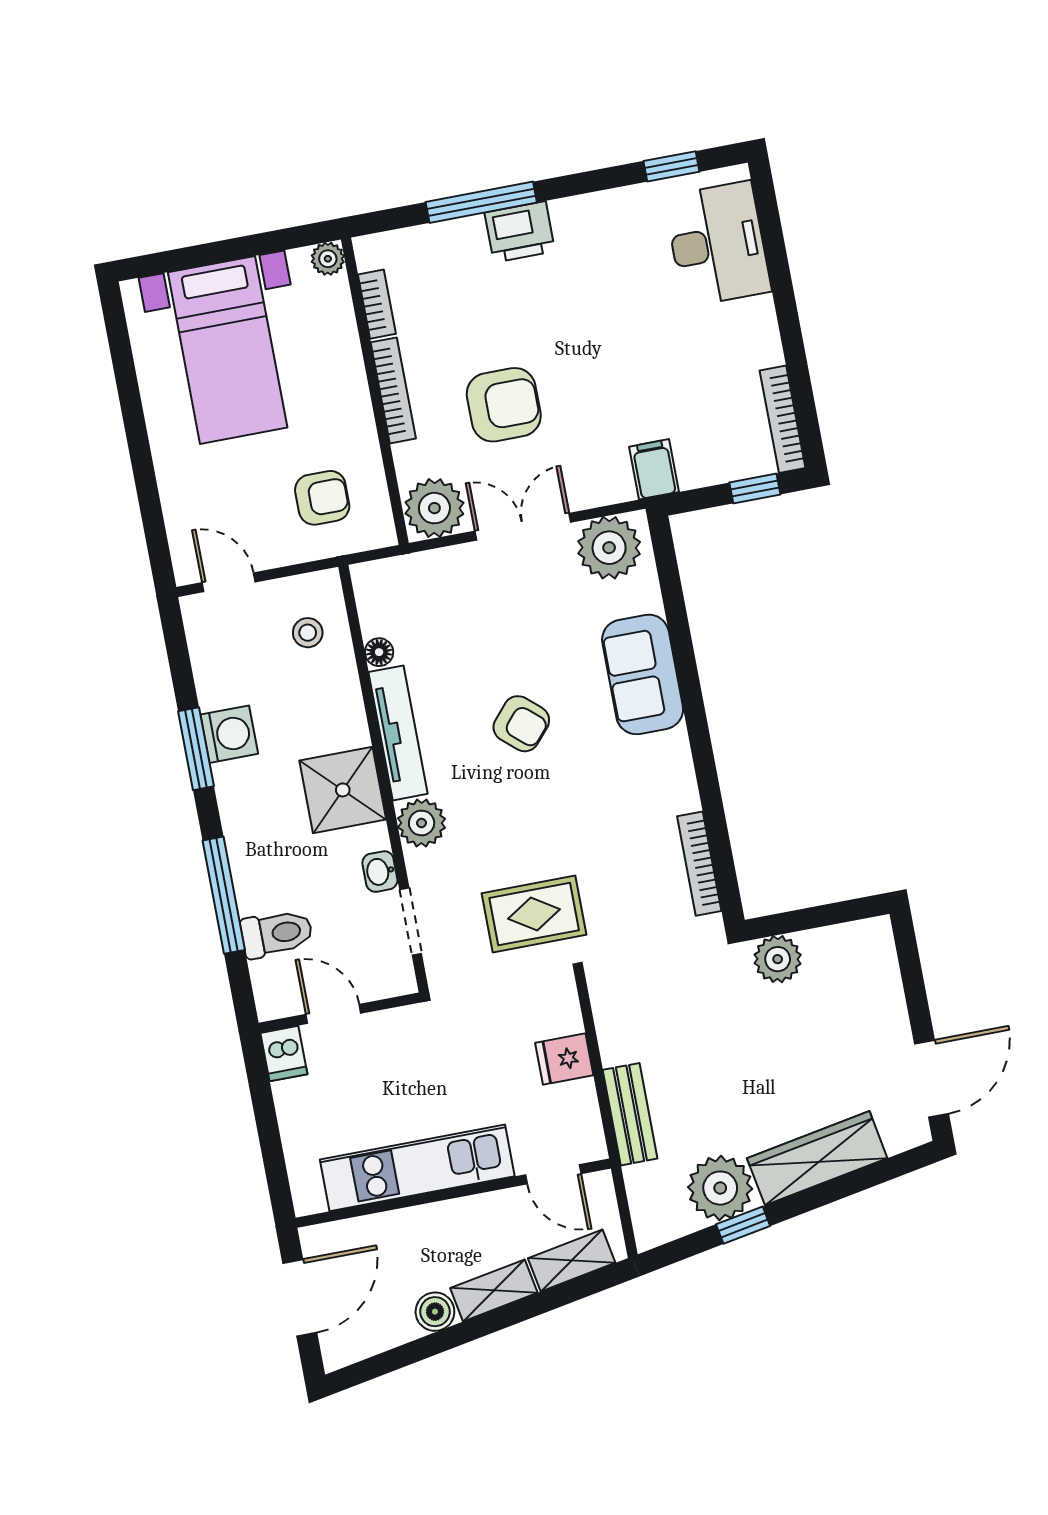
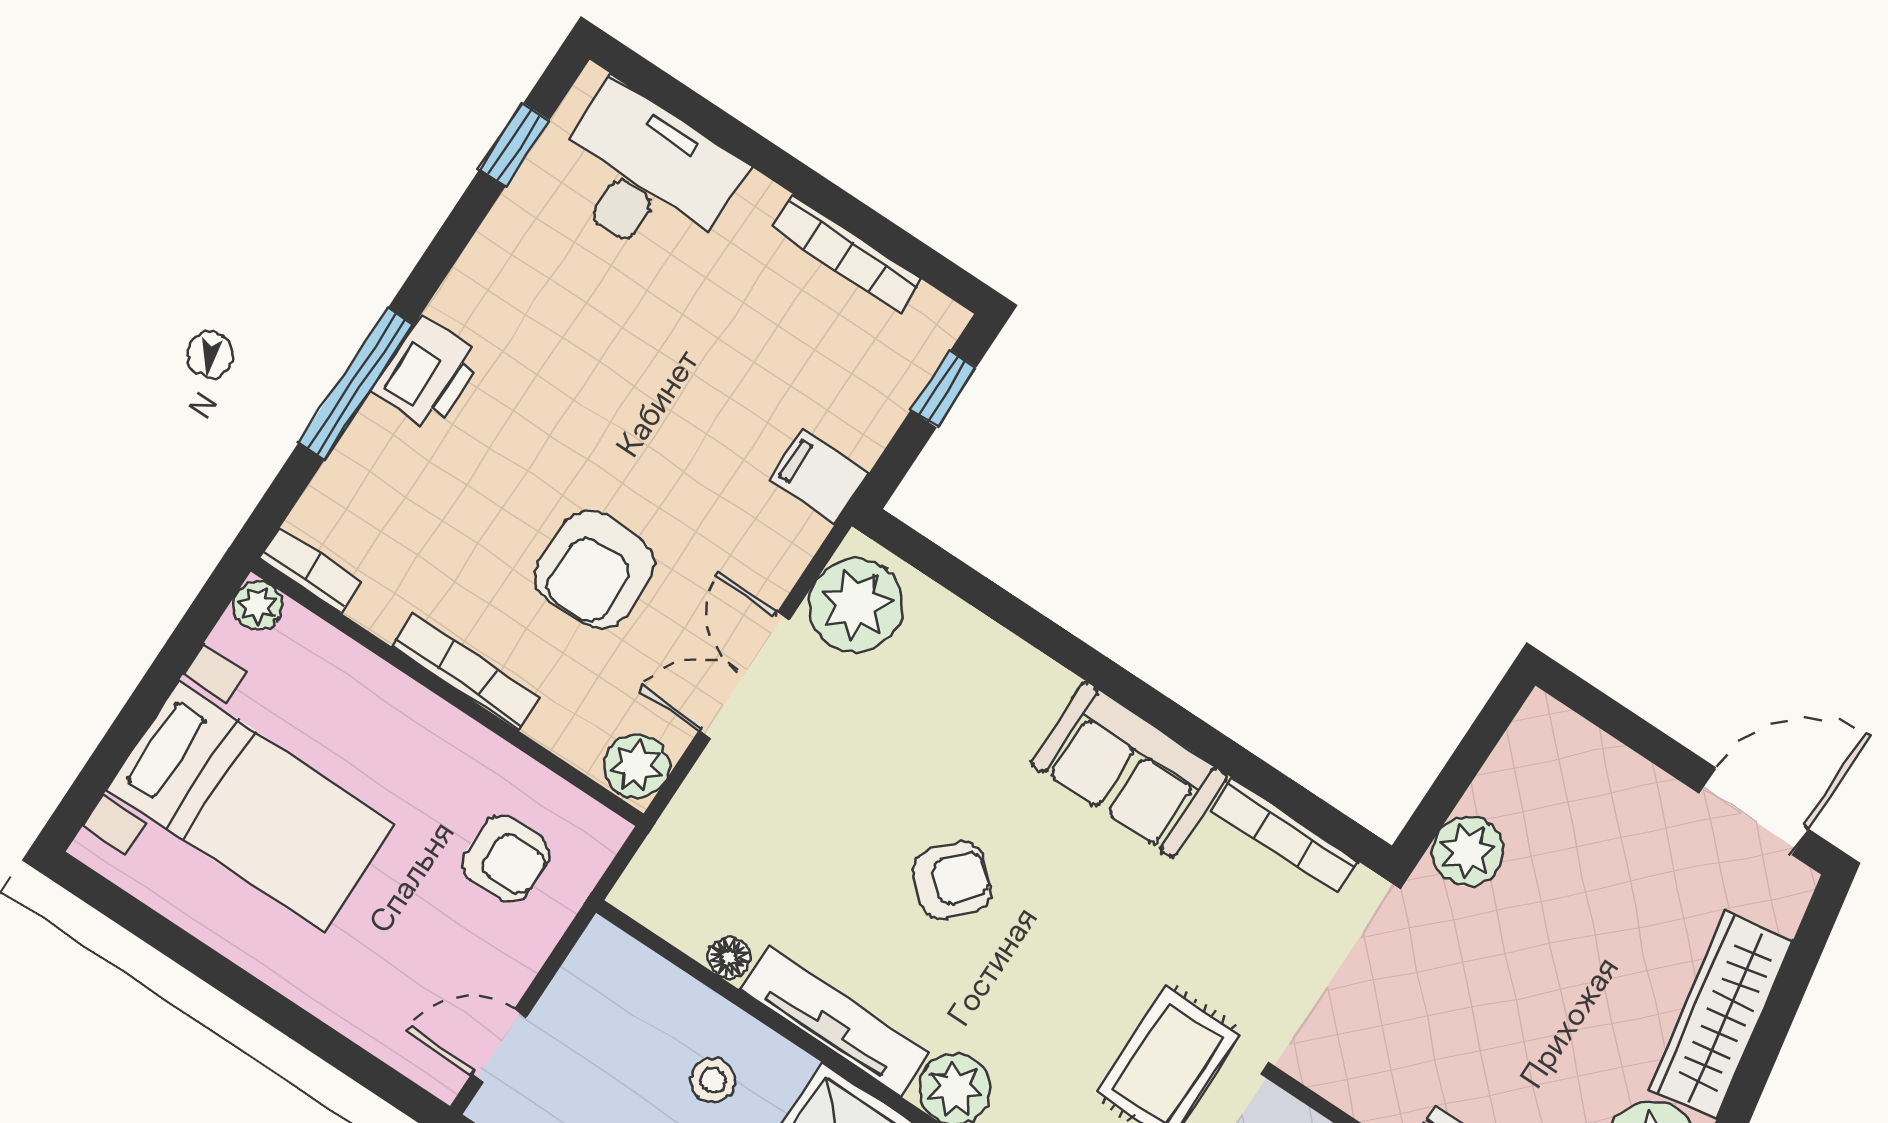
bookcase: (377, 304) -> (310, 570), moved
armchair: (504, 405) -> (595, 569), turned 180
bookcase: (783, 419) -> (847, 254), moved
armchair: (322, 498) -> (506, 859), turned 90
plant: (434, 508) -> (636, 766), width x0.73, depth x0.73
stool: (308, 633) -> (713, 1080), moved
sofa: (643, 674) -> (1129, 769), moved
door: (932, 1079) -> (1754, 811), hinge flipped

